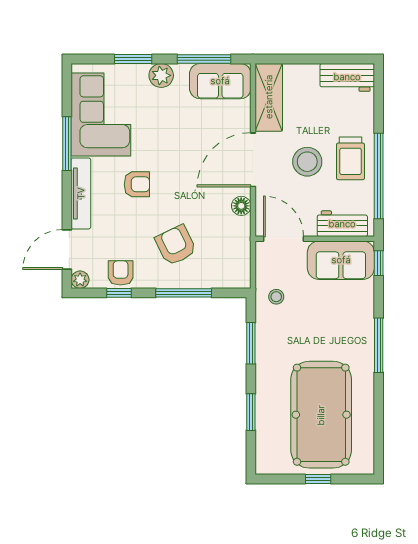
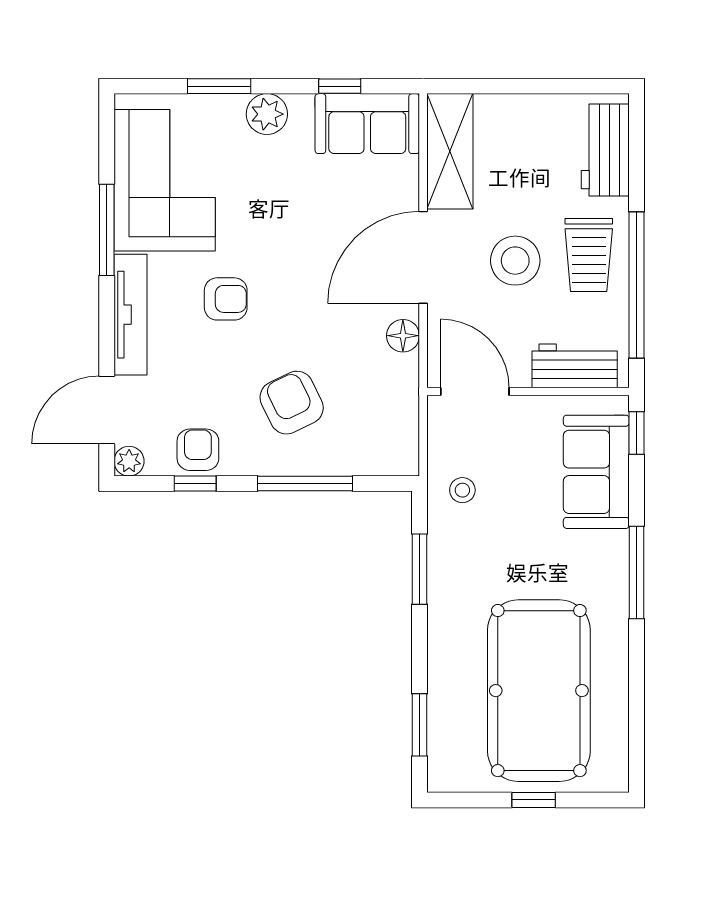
window: (204, 59) -> (340, 86), width x0.46
workbench: (347, 77) -> (605, 150), moved, turned 90
sofa: (341, 260) -> (596, 472), moved, turned 90
window: (251, 412) -> (419, 725), moved

